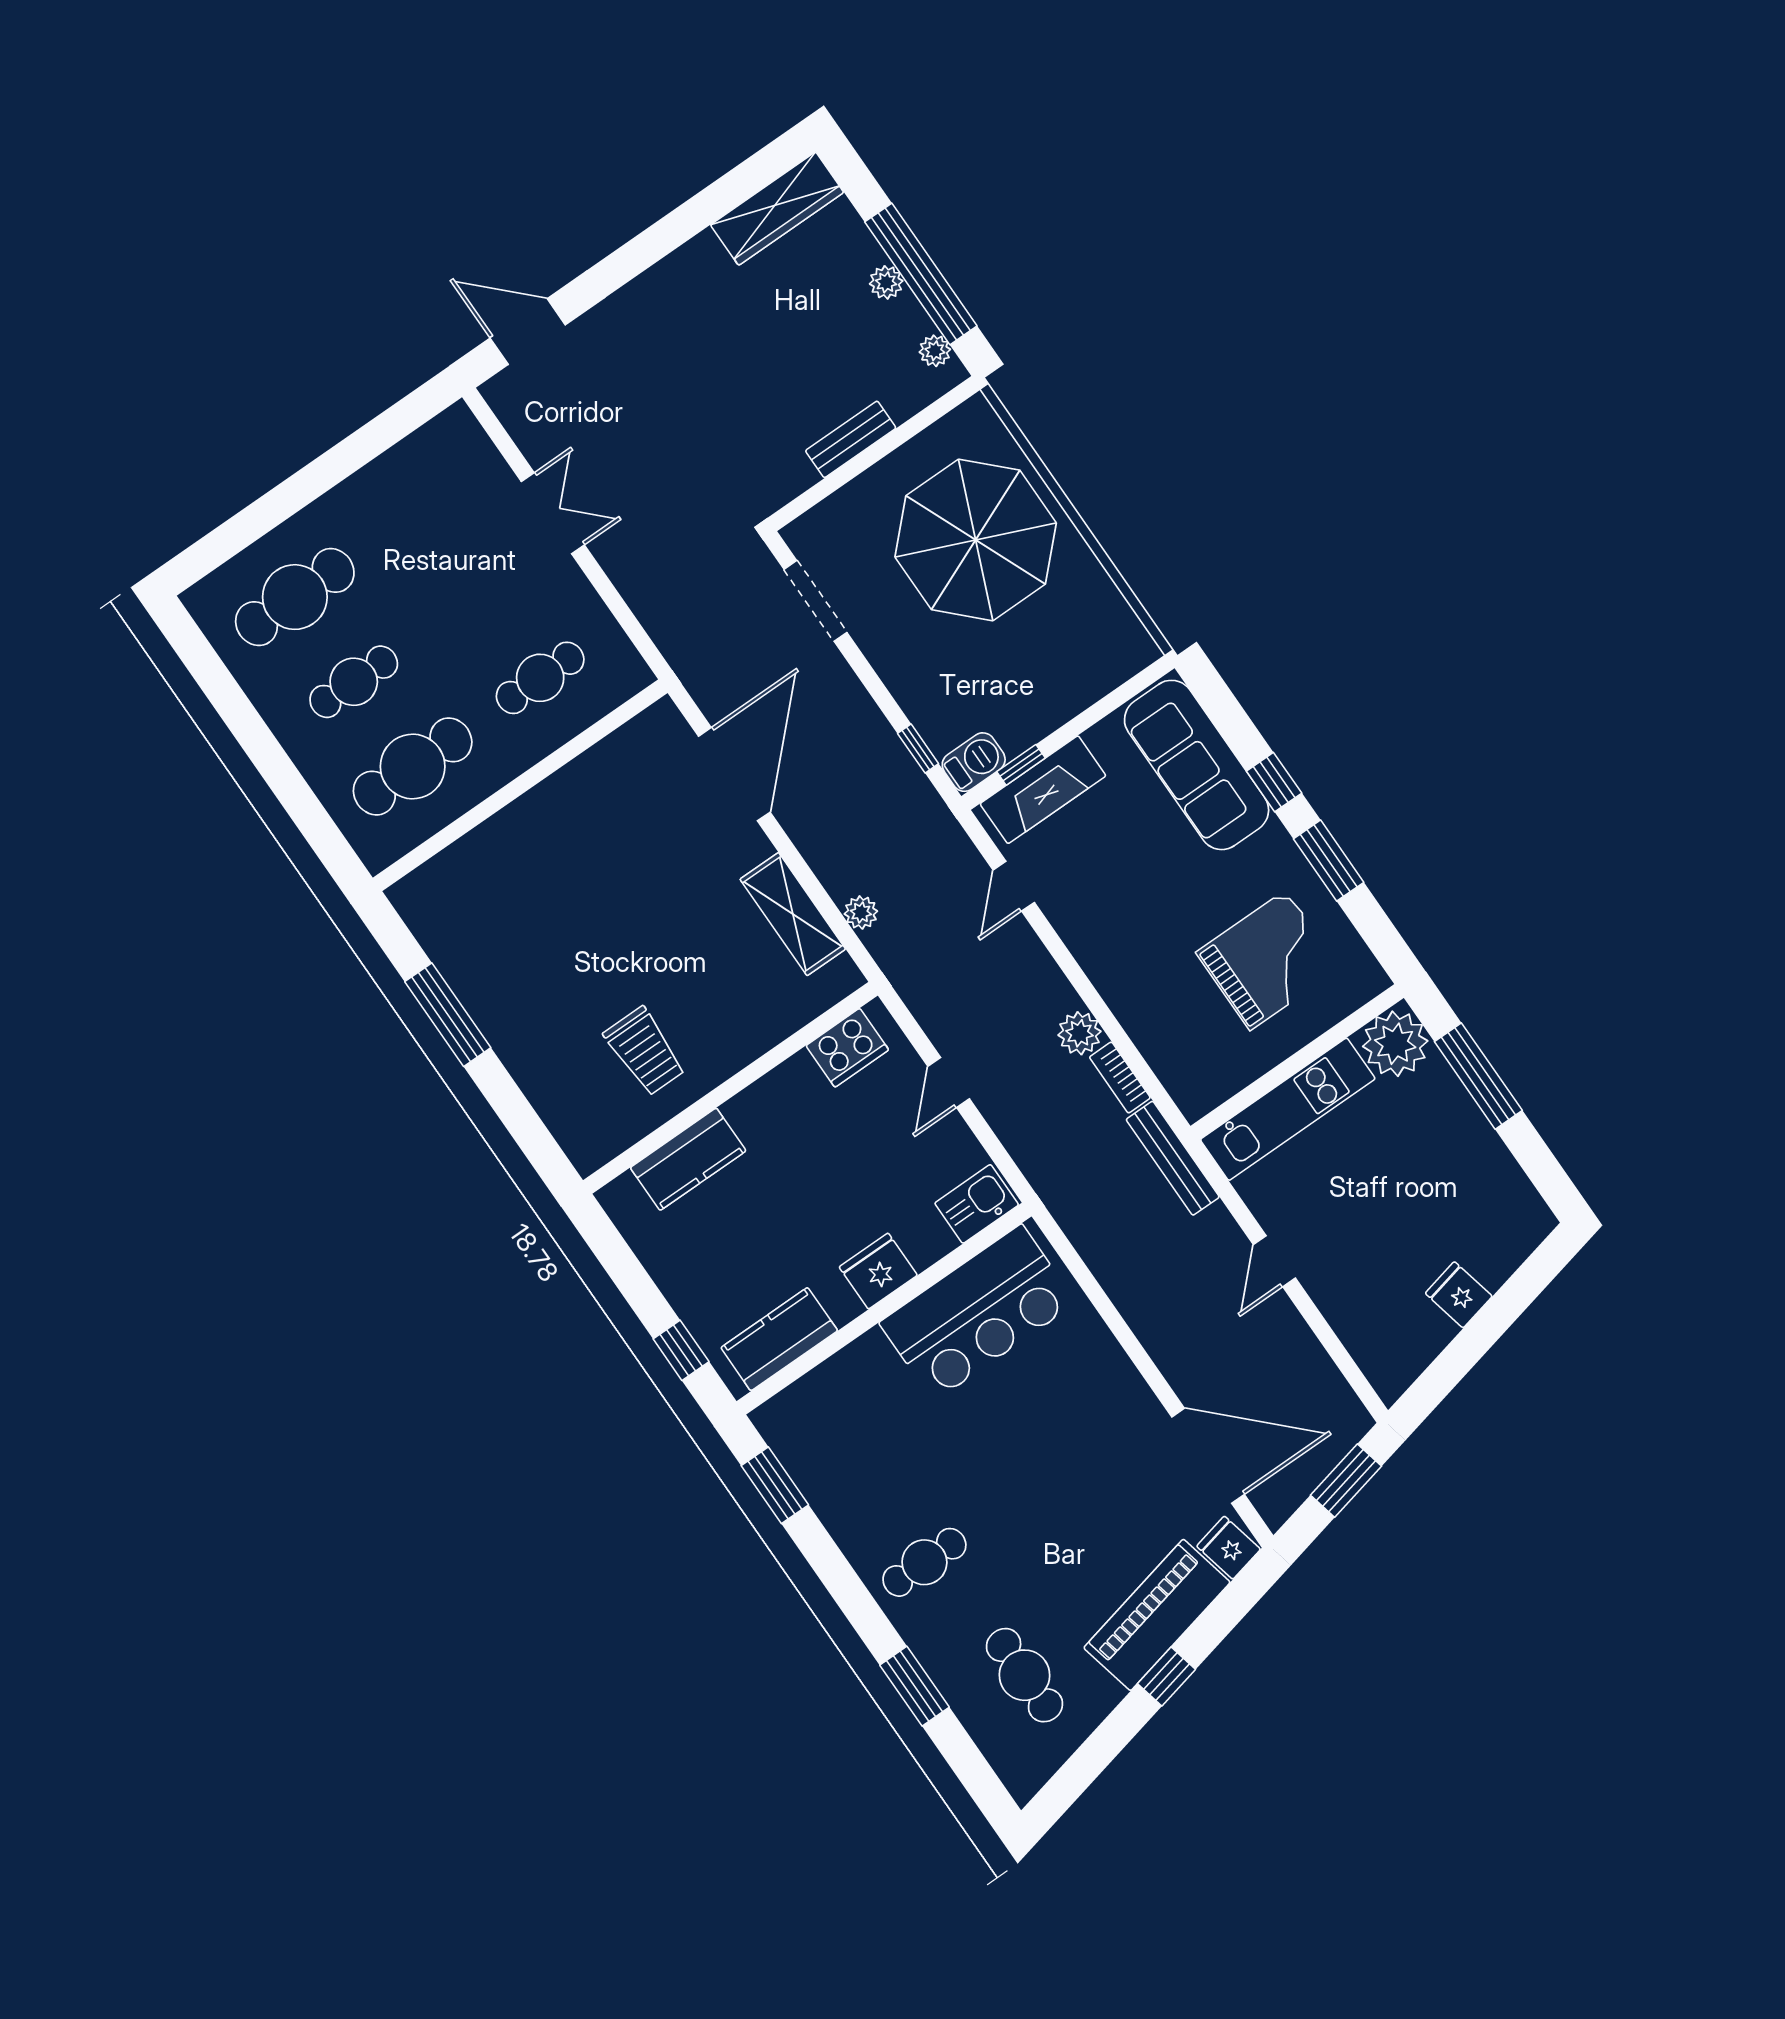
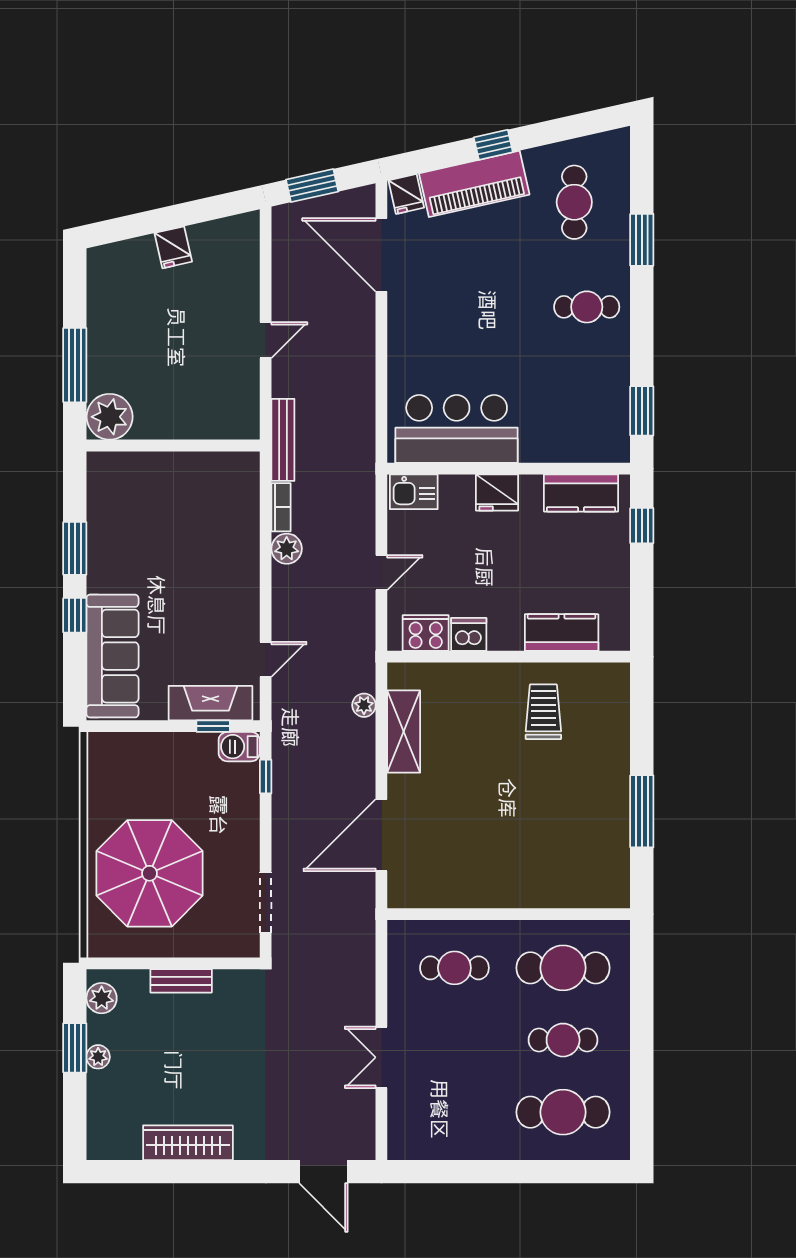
wardrobe: (777, 209) -> (188, 1143), moved
window: (921, 274) -> (75, 1048), width x0.47
plant: (935, 351) -> (102, 998), width x1.38, depth x1.38
grand piano: (1268, 960) -> (149, 515), removed
dishwasher: (796, 1081) -> (469, 634), added
kitchen unit: (1288, 1109) -> (197, 422), removed

